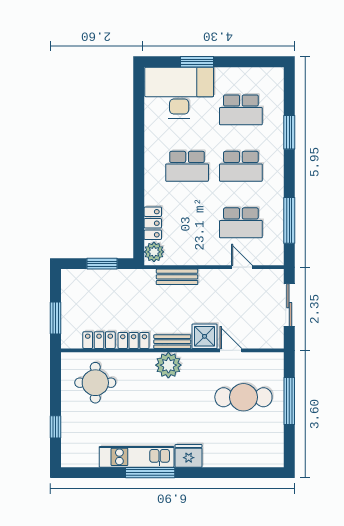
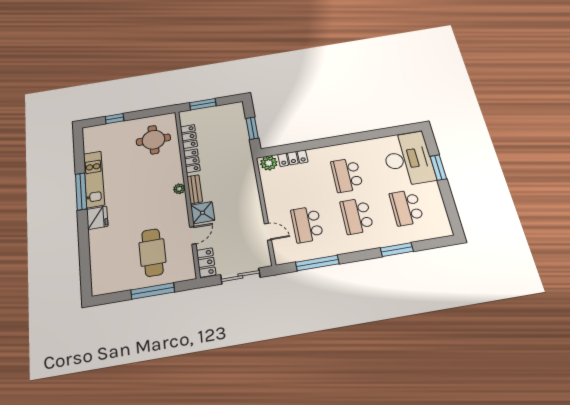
door: (242, 267) -> (268, 232), hinge flipped
bench: (177, 277) -> (251, 183), removed
locker: (266, 340) -> (206, 262), added
plant: (168, 365) -> (179, 189), width x0.53, depth x0.53

